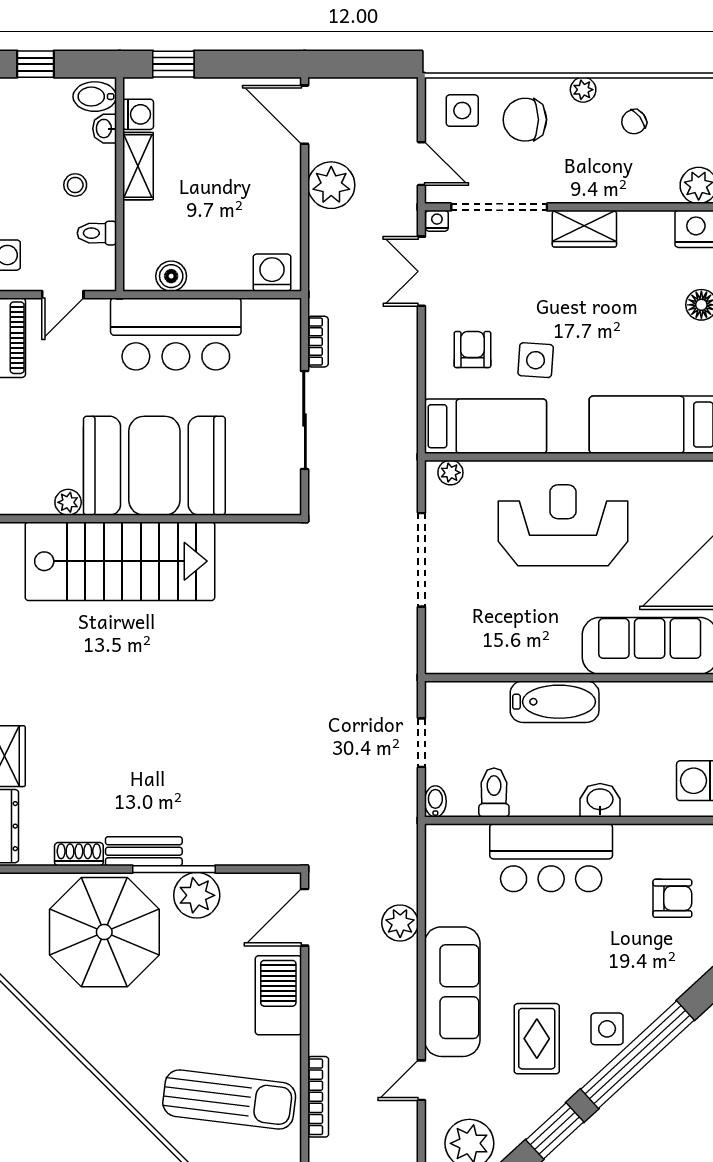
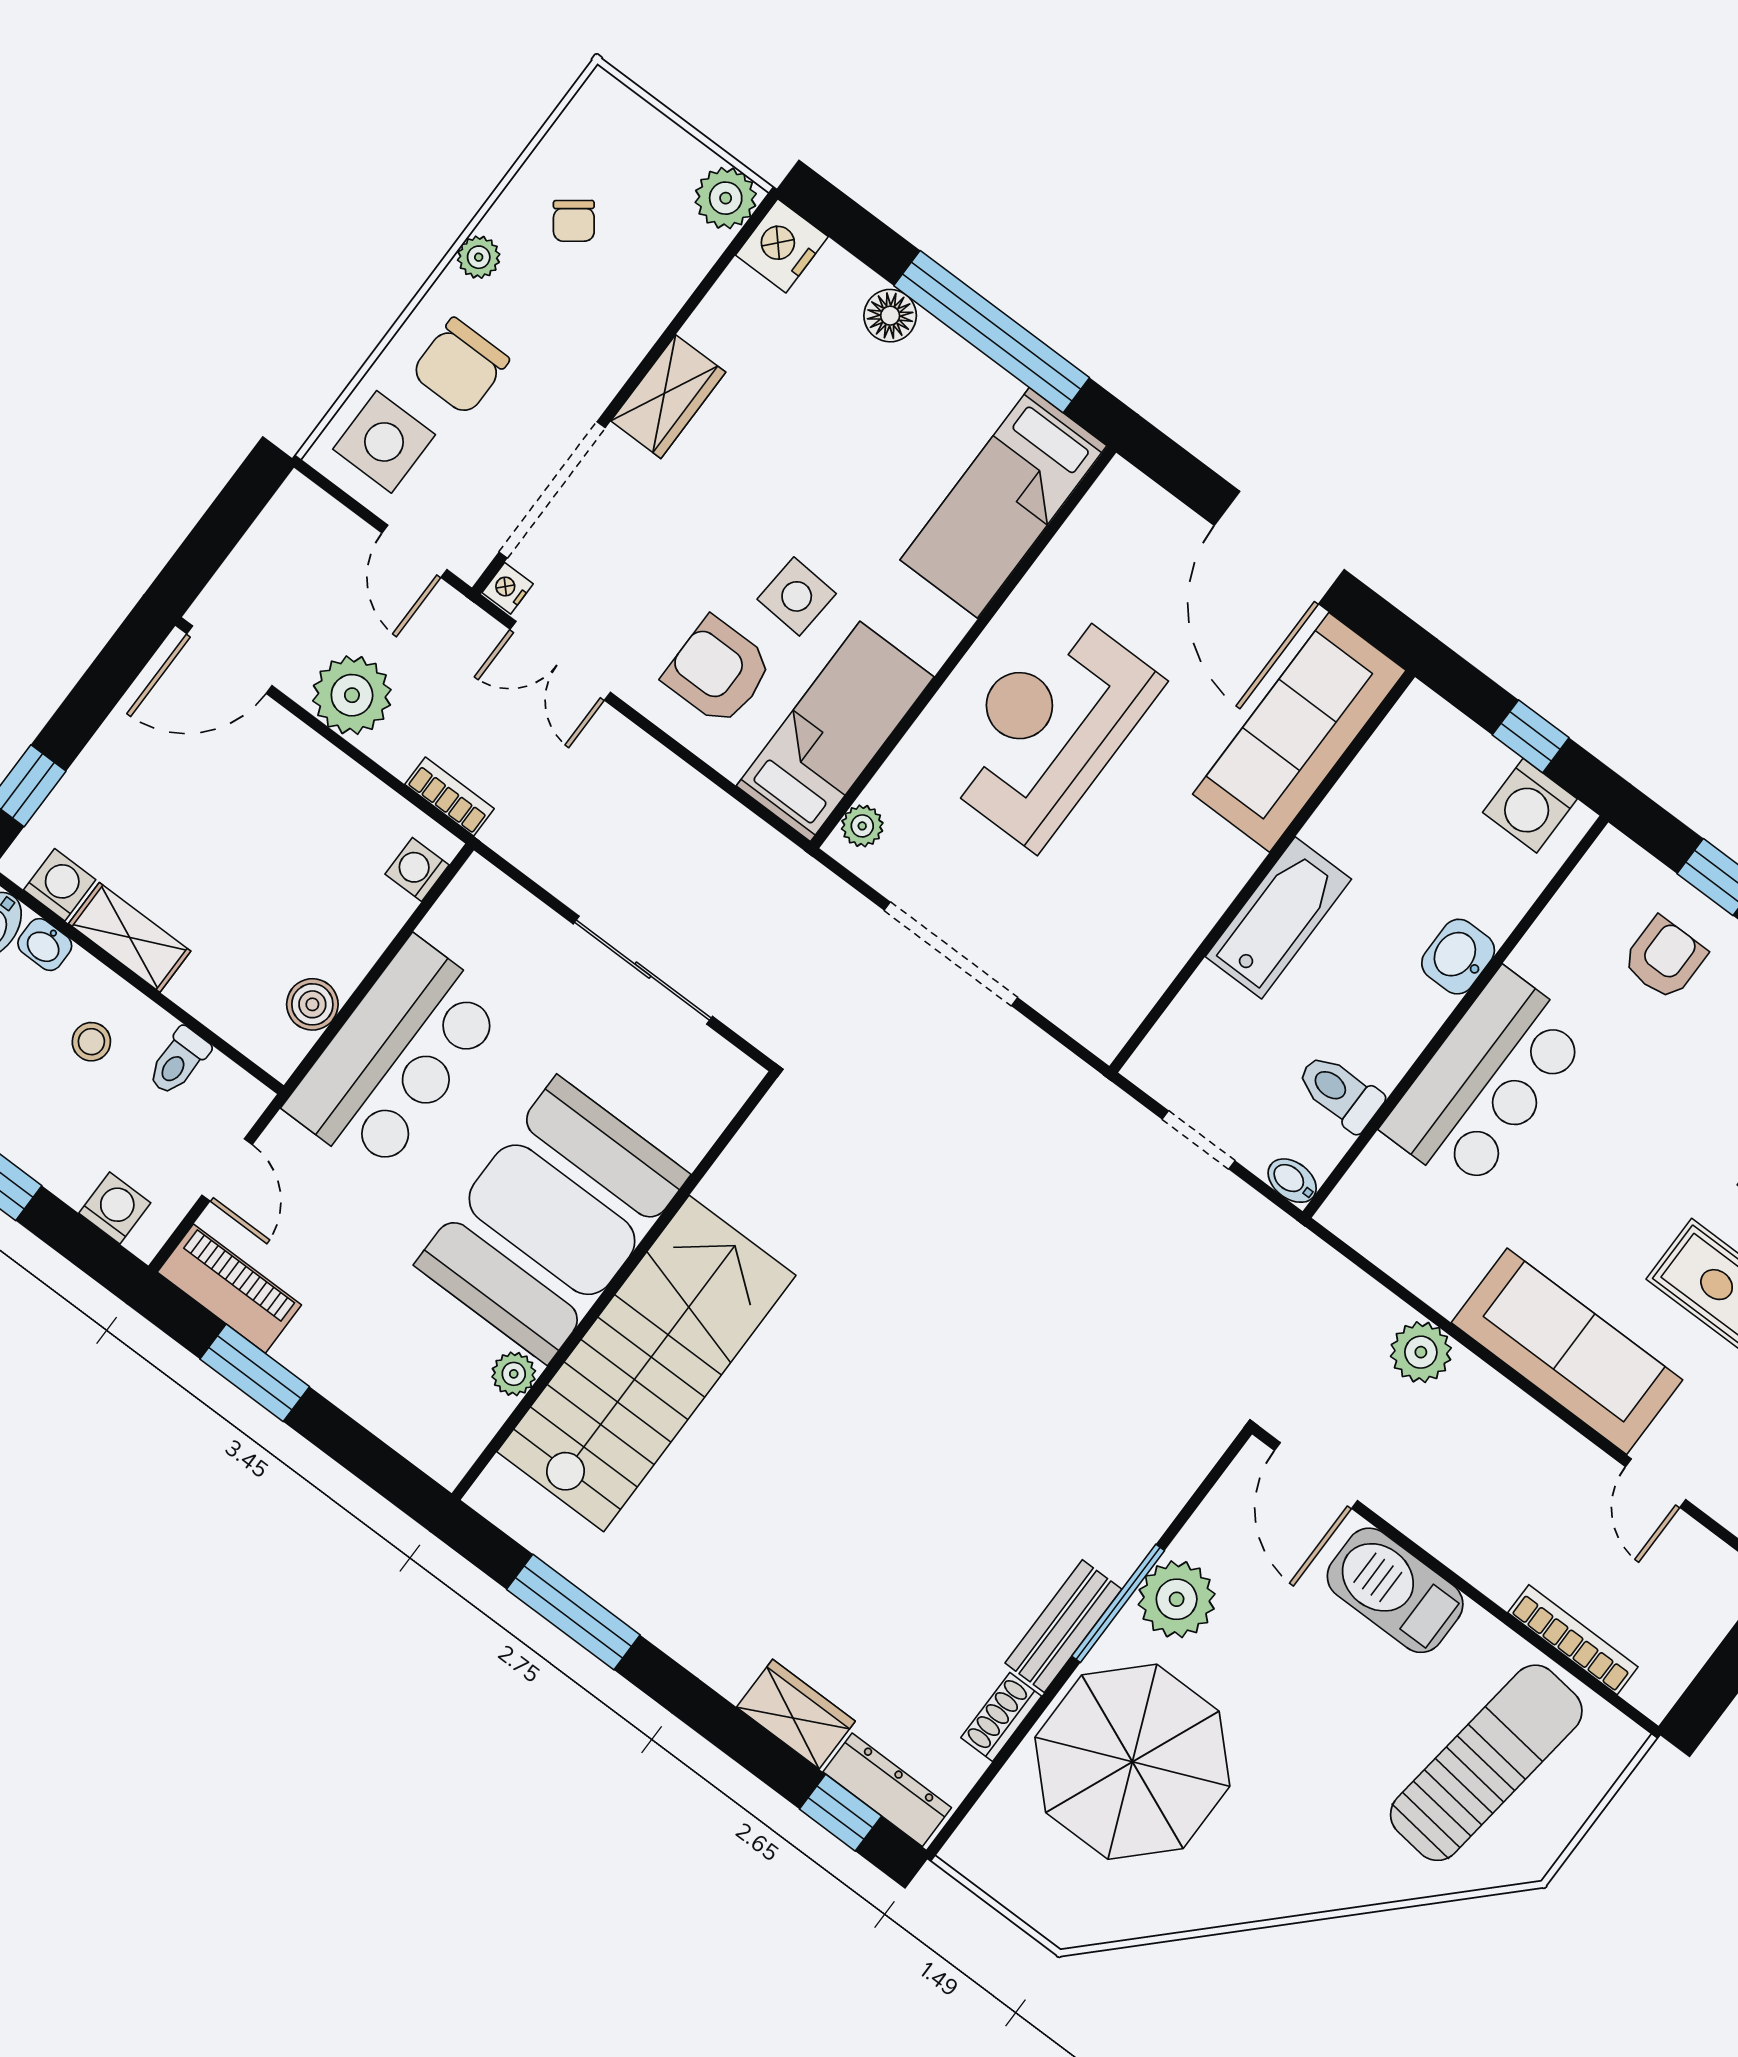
side table: (462, 111) -> (384, 442), width x1.37, depth x1.37
door: (421, 164) -> (414, 551), swing flipped
washing machine: (272, 273) -> (417, 869), width x0.73, depth x0.73
bookcase: (318, 342) -> (449, 797), moved
armchair: (472, 350) -> (718, 671), width x1.38, depth x1.38

